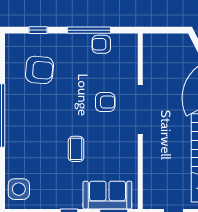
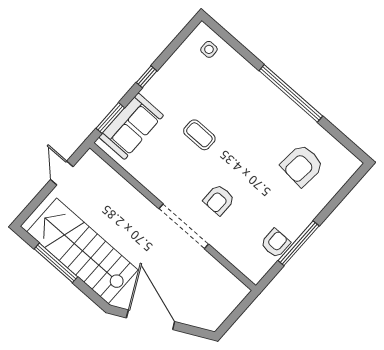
window: (38, 30) -> (340, 196), removed
side table: (19, 189) -> (209, 49), width x0.54, depth x0.54

